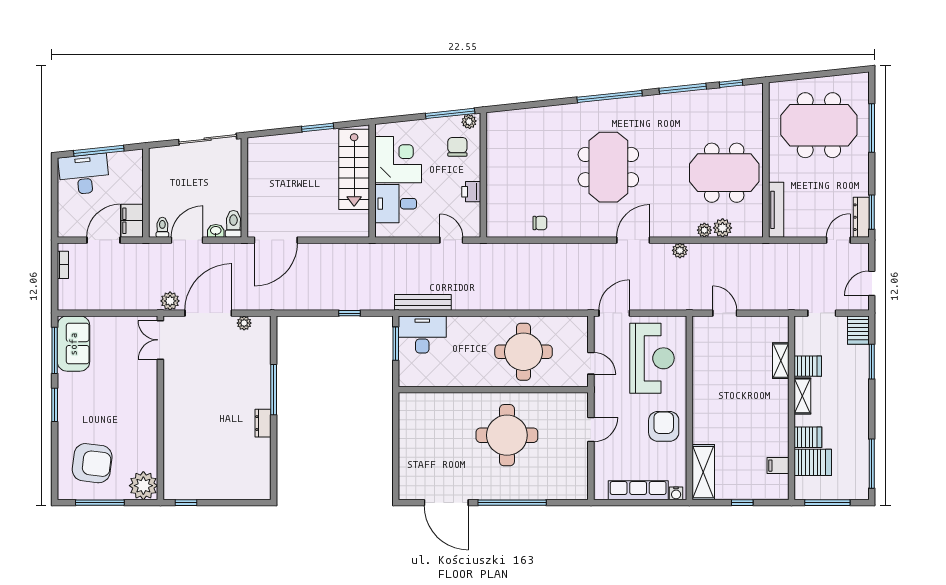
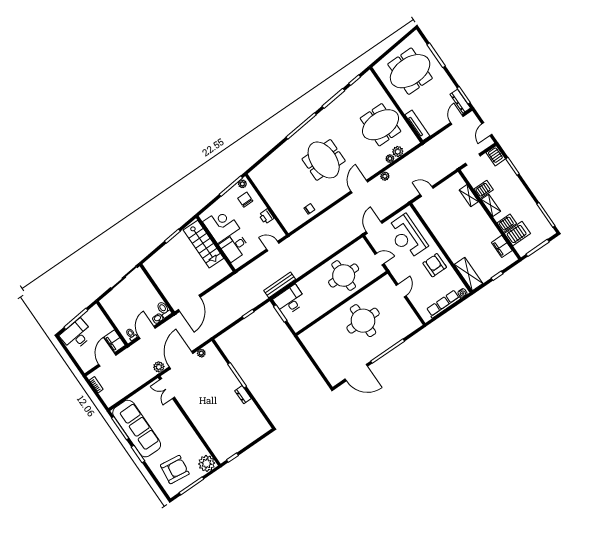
sofa: (73, 344) -> (137, 429), width x1.85, depth x1.27
reception desk: (652, 358) -> (407, 237), turned 180
filing cabinet: (778, 466) -> (502, 246), width x2.00

